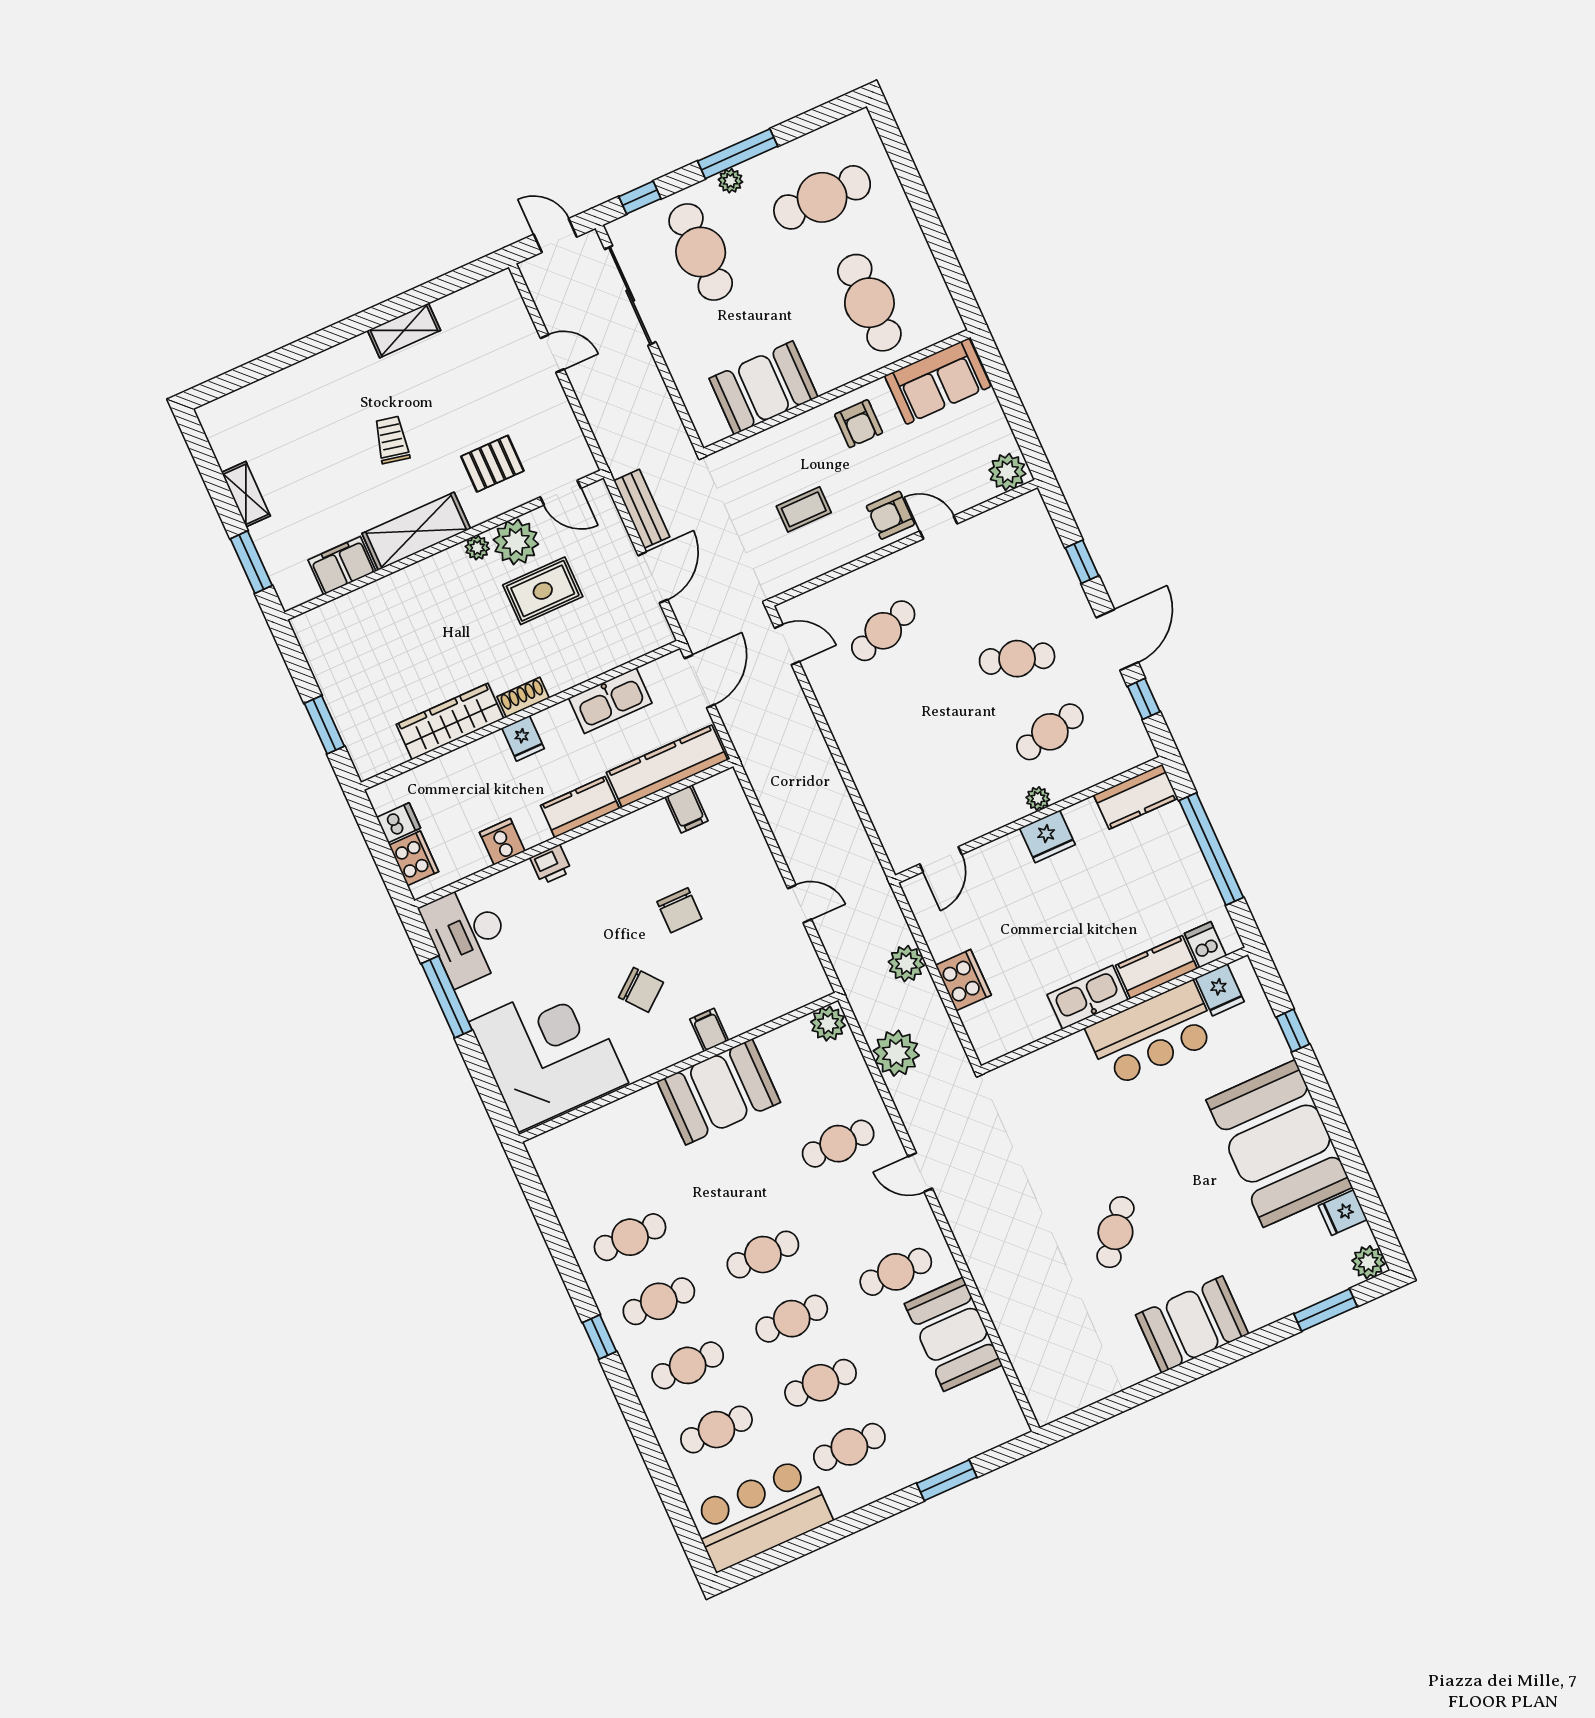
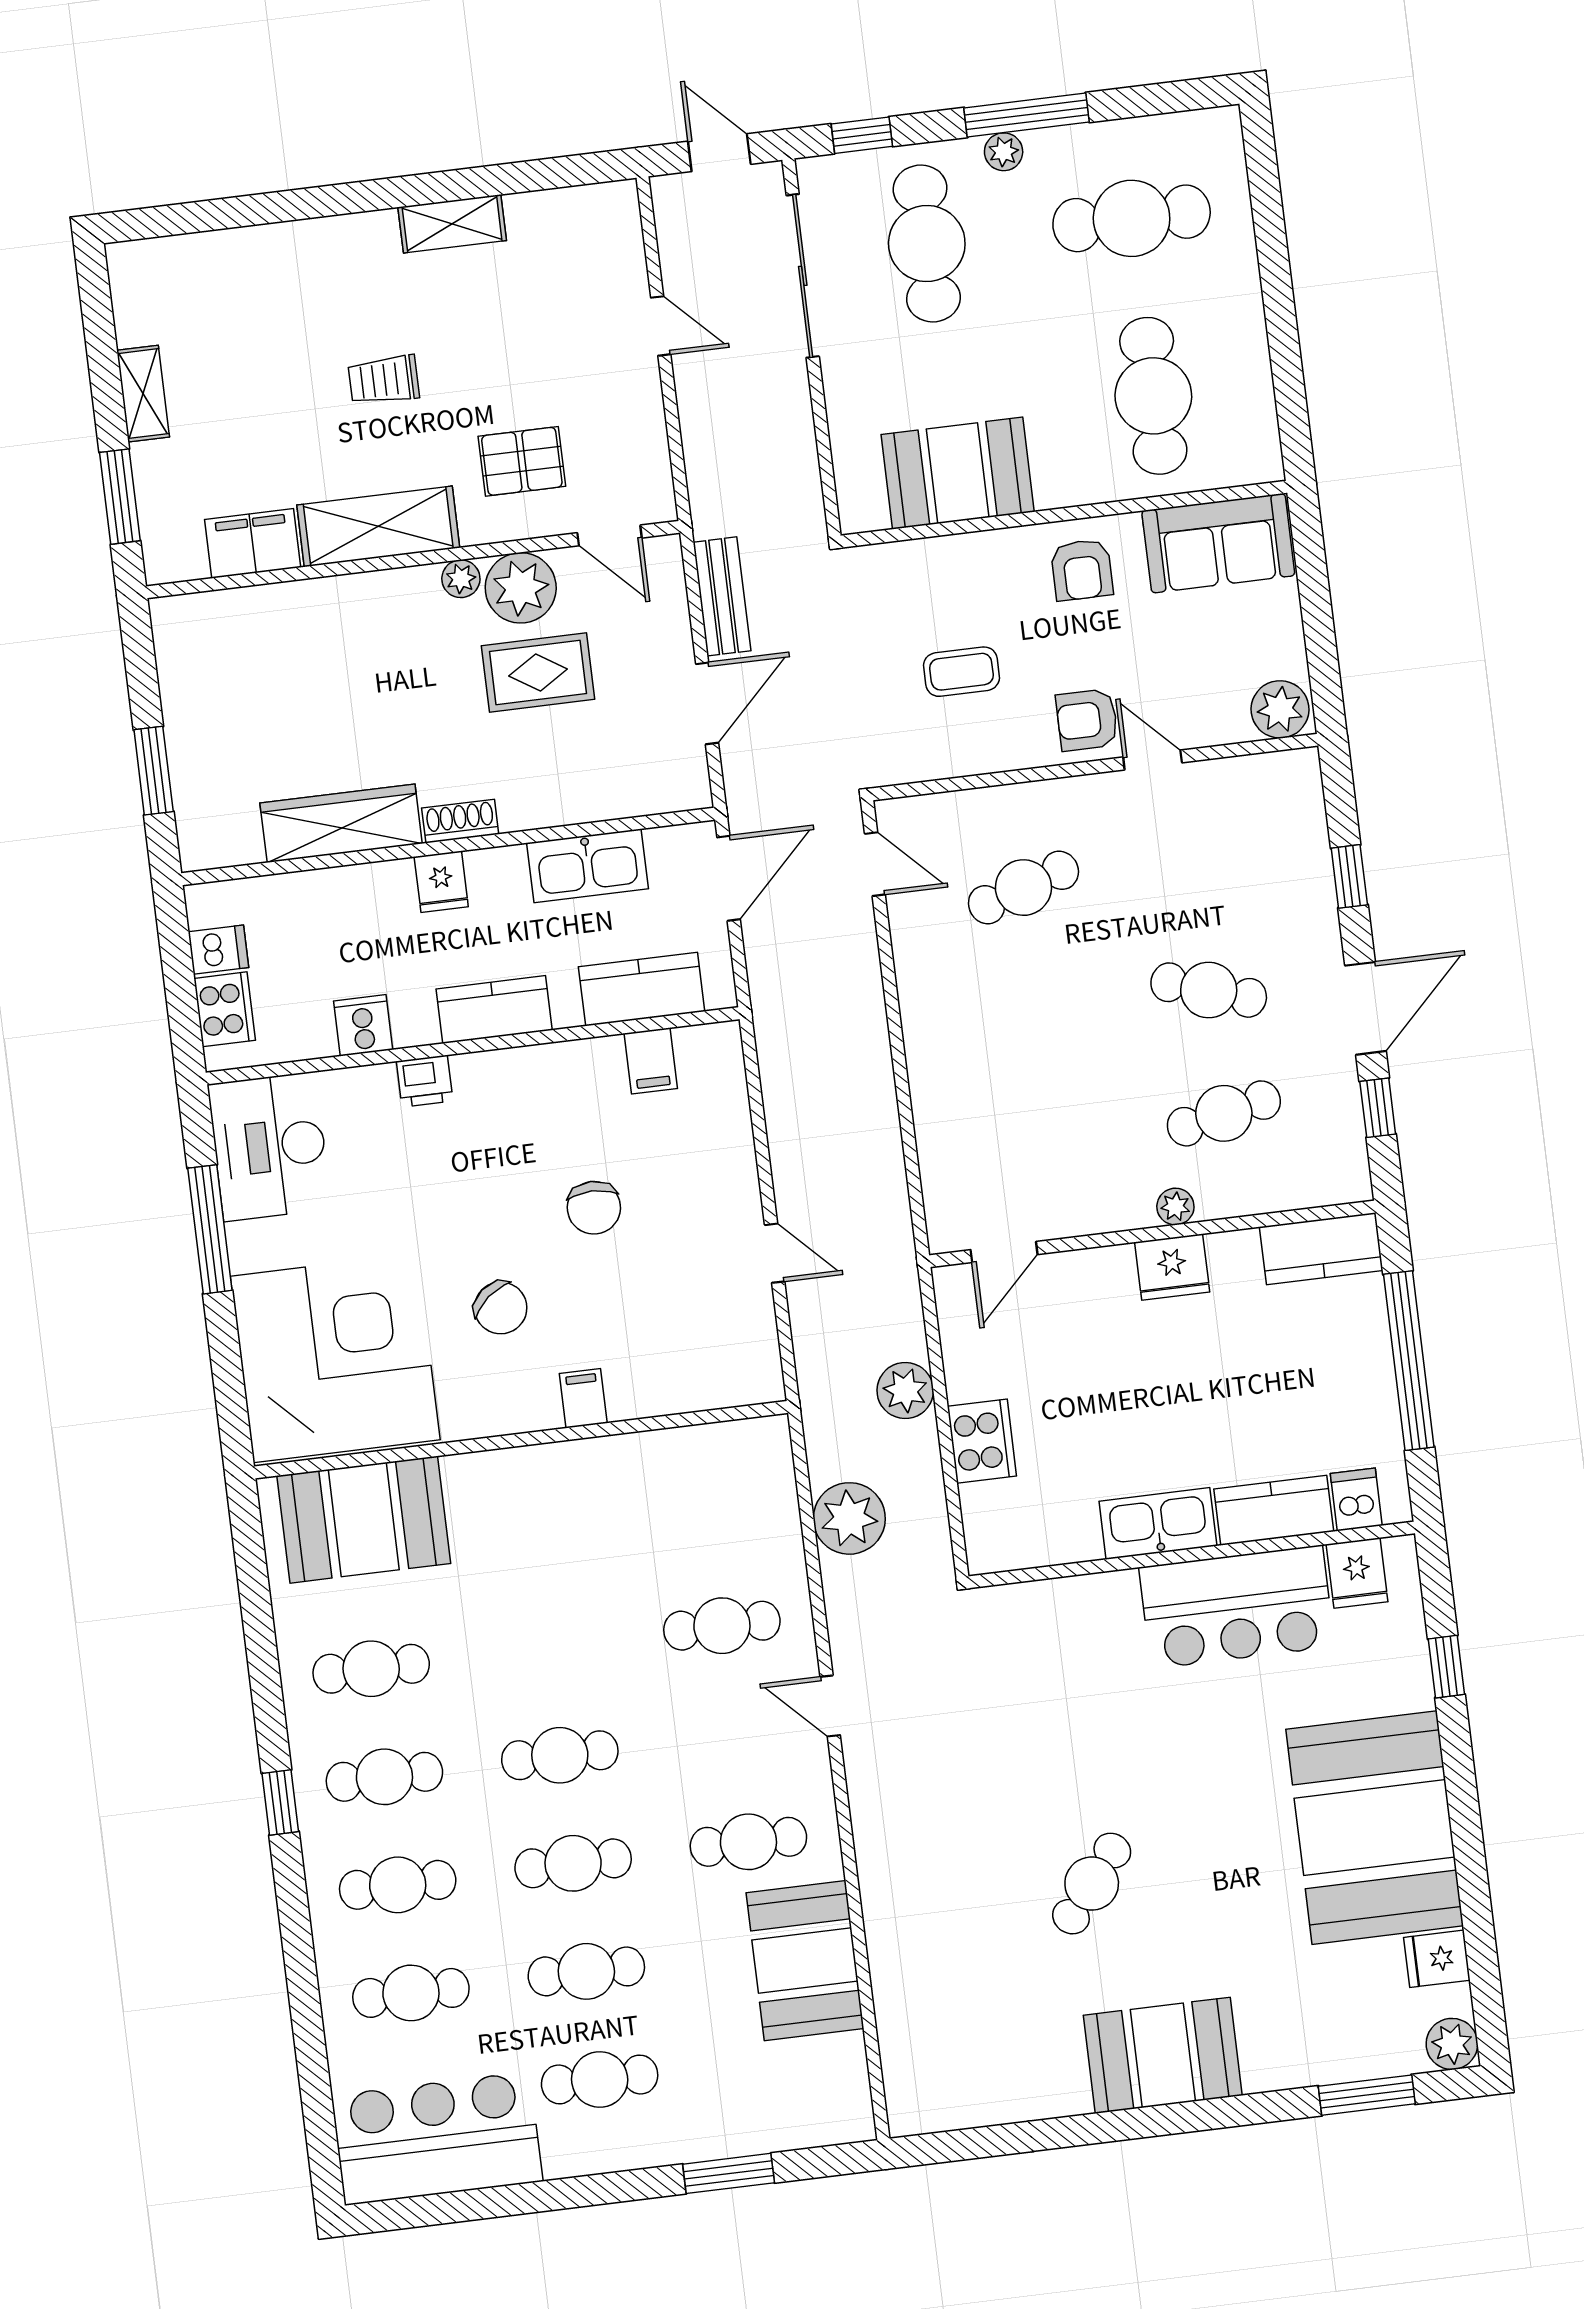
trolley: (392, 440) -> (384, 380), turned -102
kitchen counter: (667, 766) -> (642, 989), width x0.67
plant: (828, 1024) -> (762, 1443), removed
booth: (719, 1092) -> (364, 1520), moved

